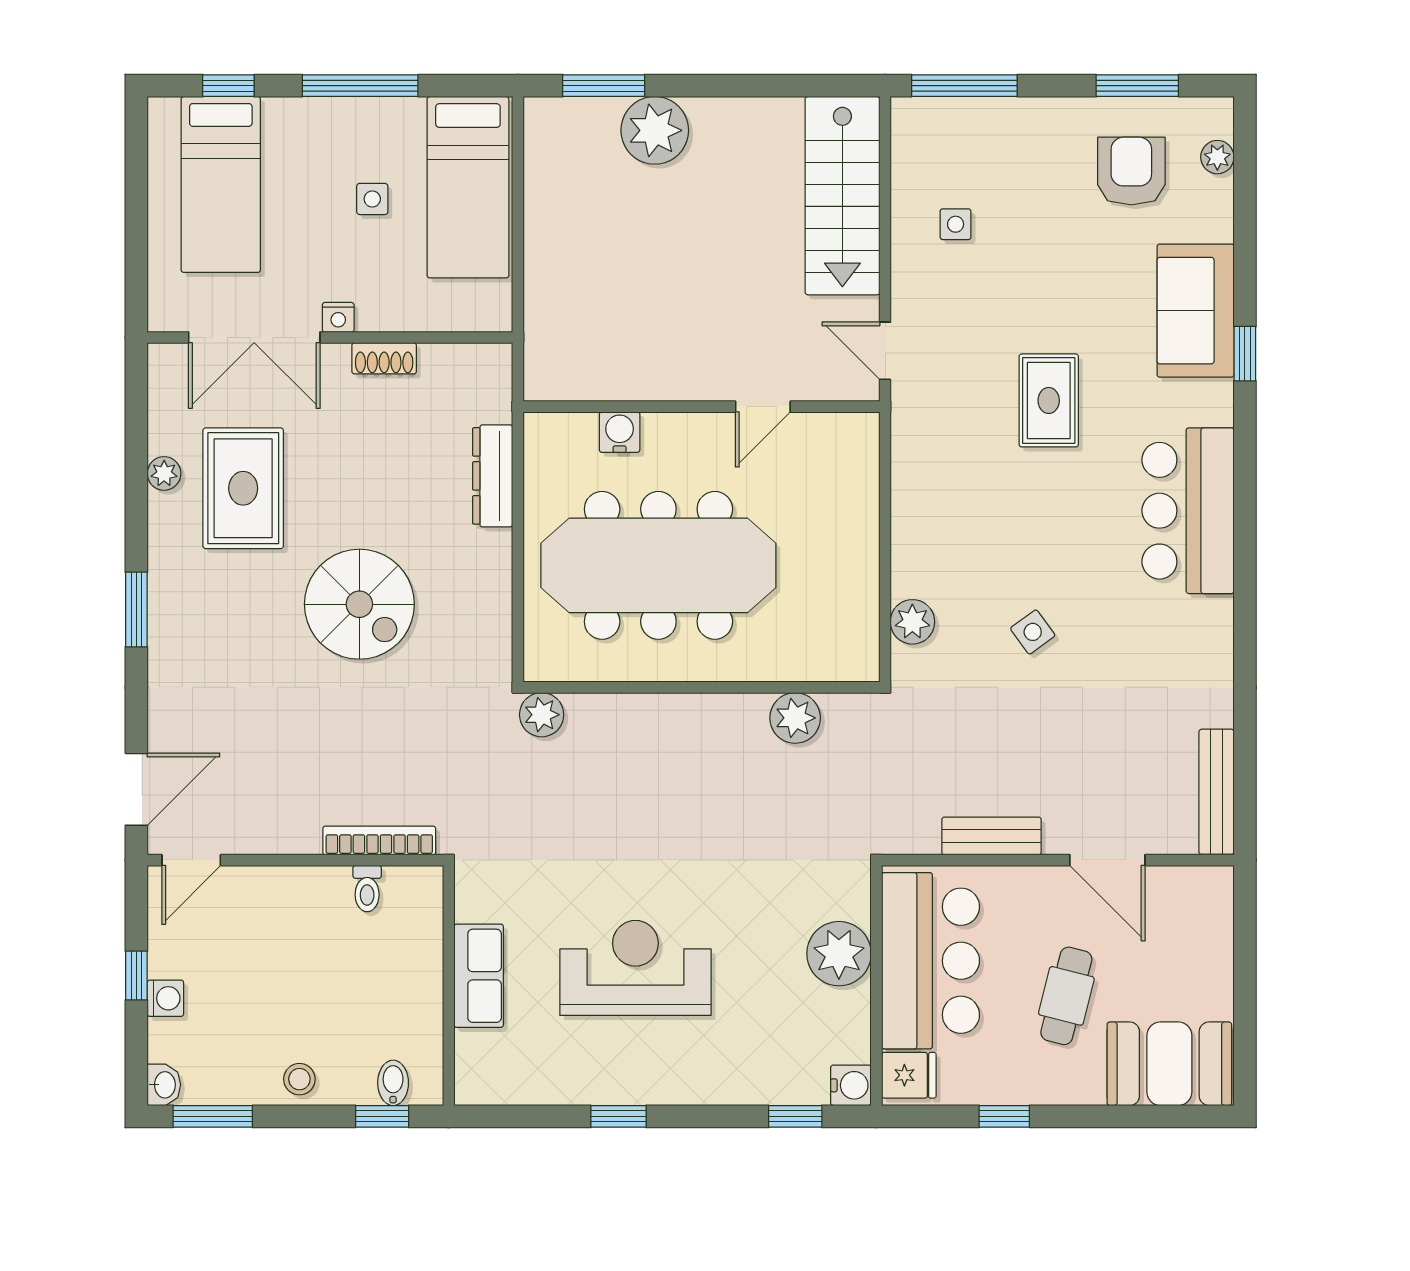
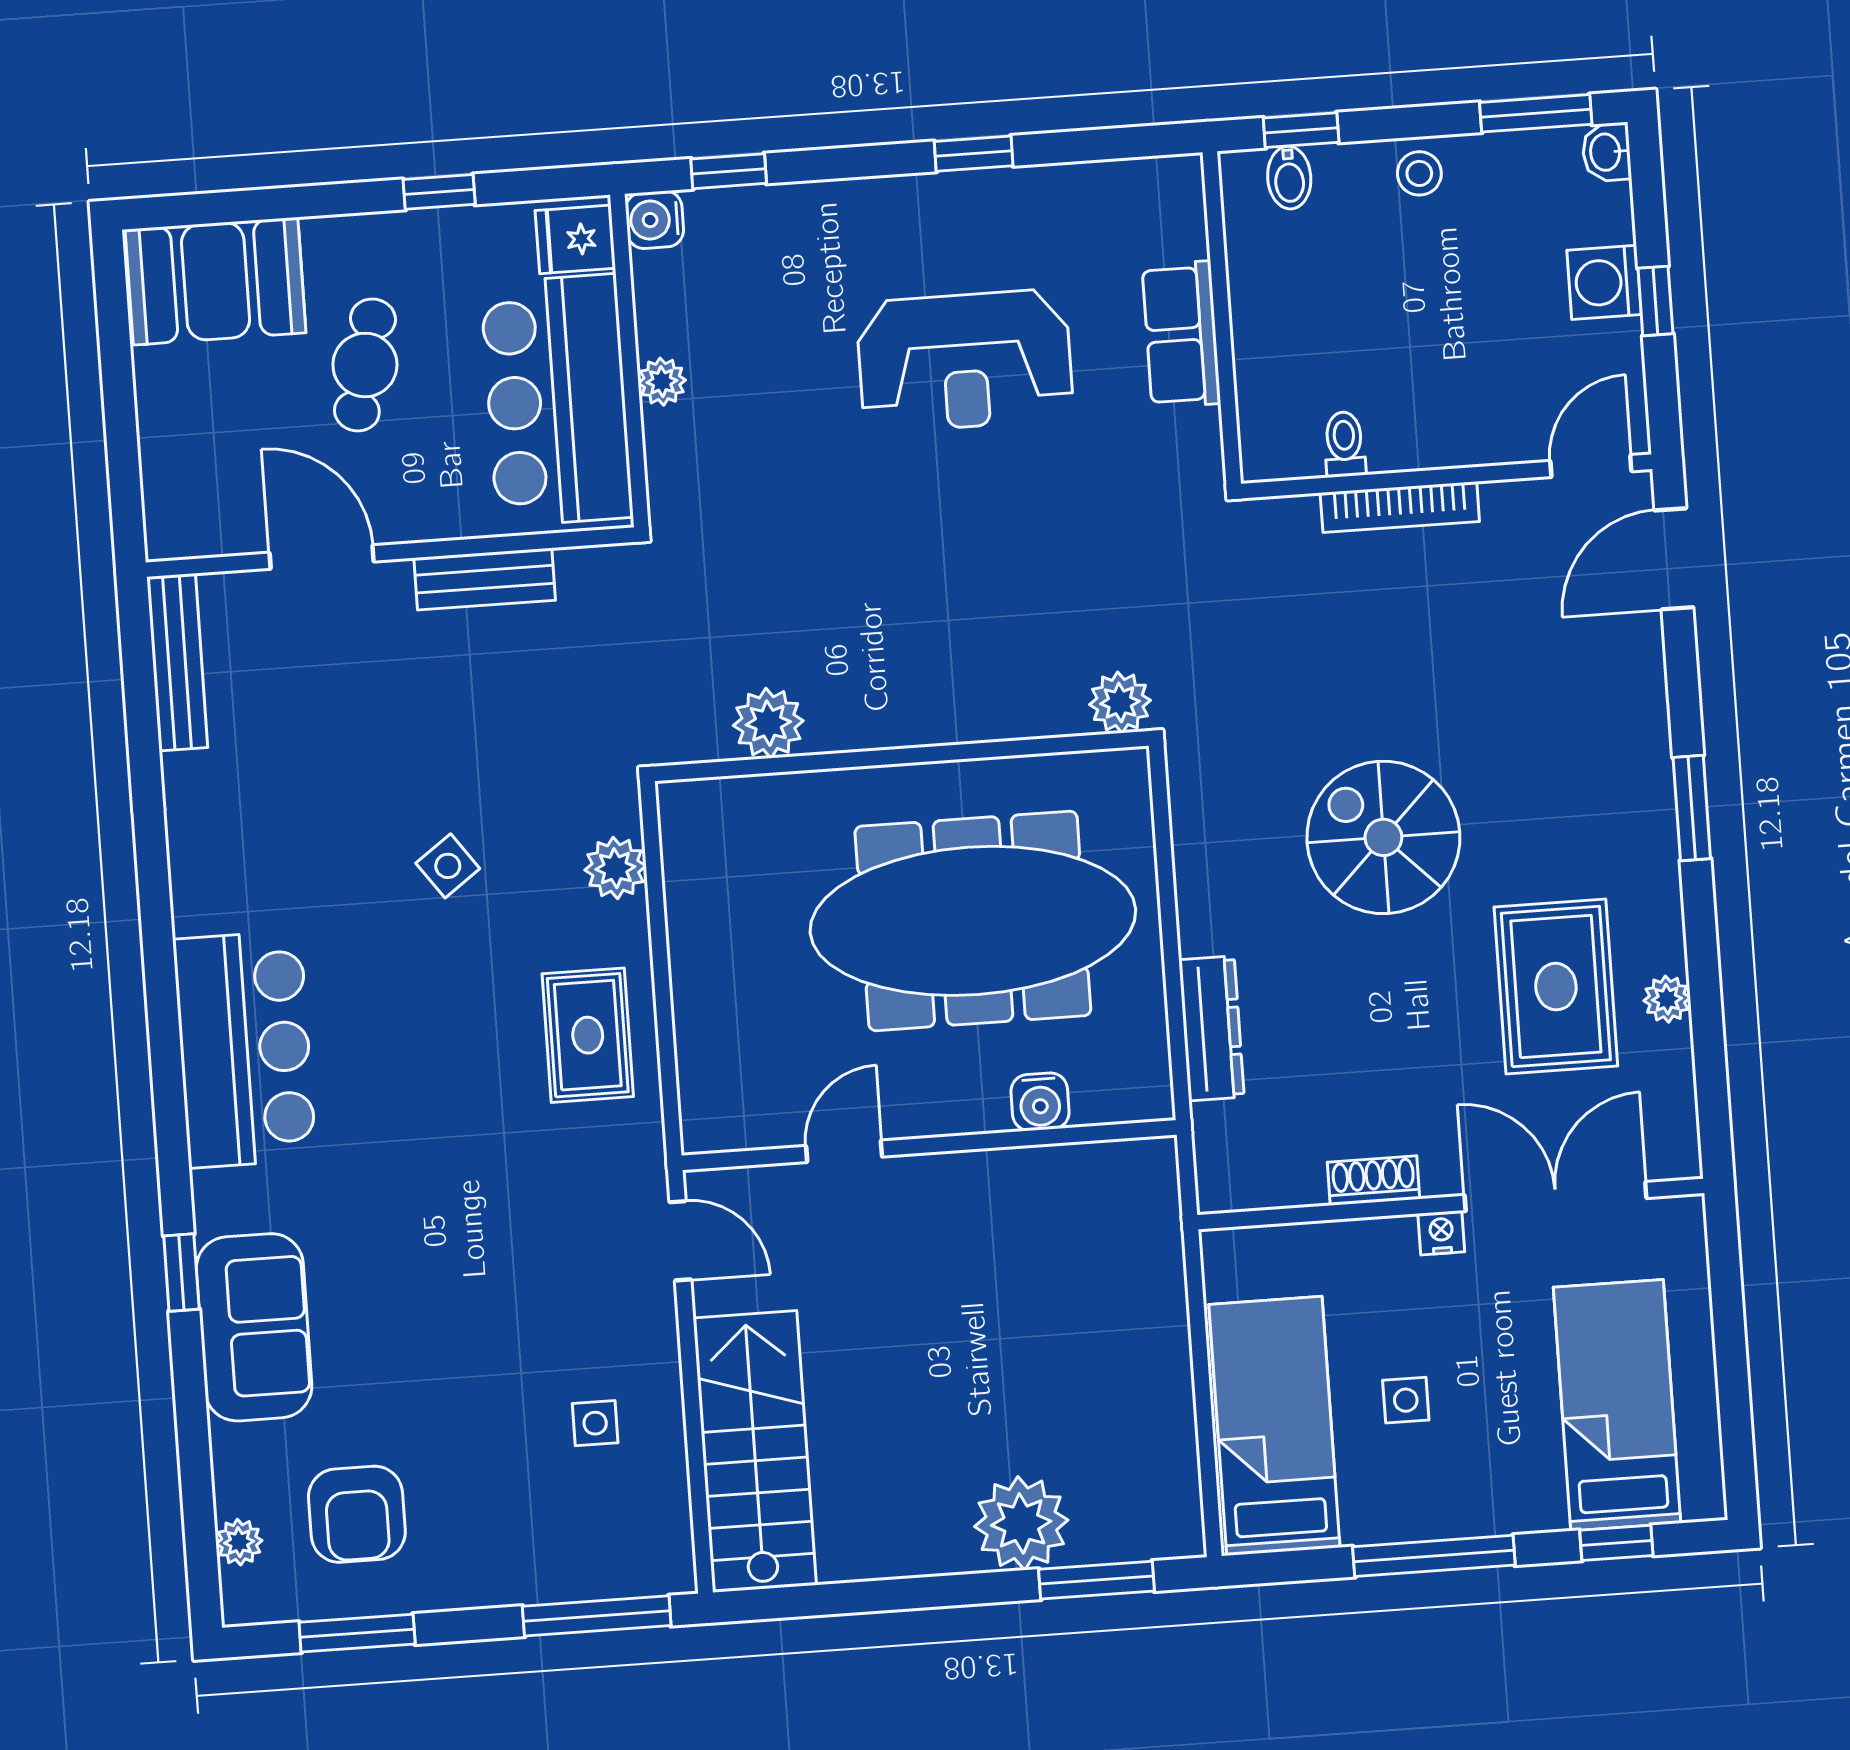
rug: (1049, 400) -> (588, 1035), moved
bookcase: (379, 841) -> (1400, 507), moved
plant: (839, 954) -> (662, 382), width x0.53, depth x0.53
washing machine: (165, 998) -> (1604, 282), width x1.38, depth x1.38

